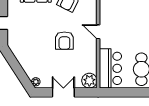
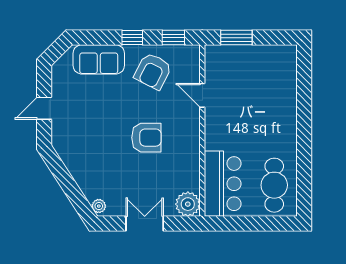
door: (98, 32) -> (202, 95), moved
armchair: (64, 41) -> (146, 138), turned -90

